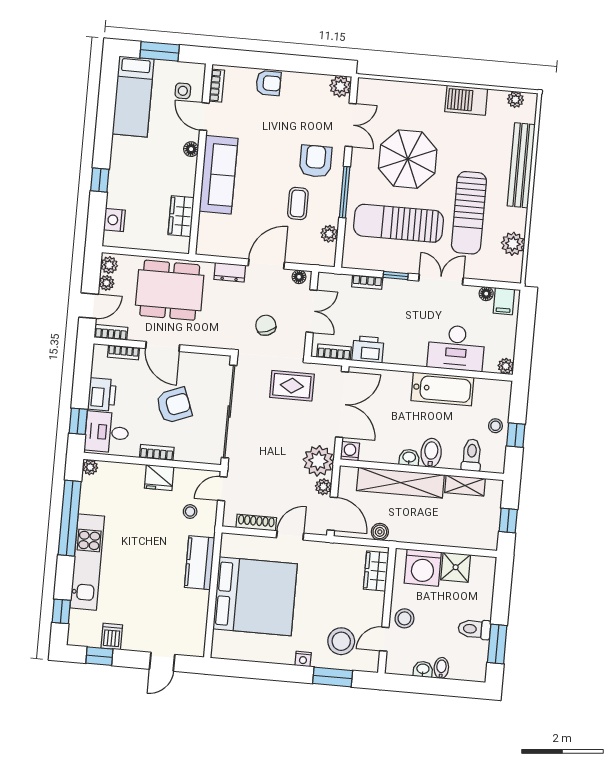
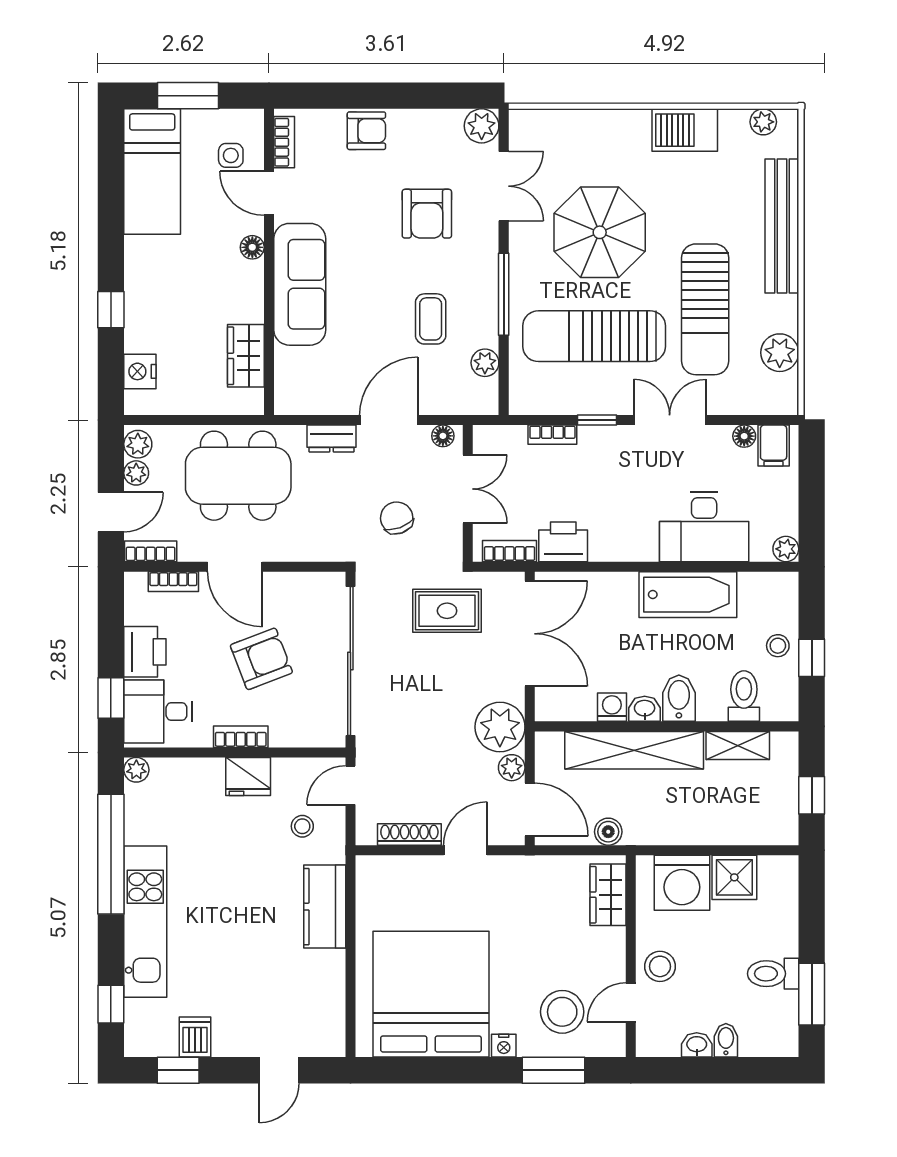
armchair: (316, 161) -> (427, 214), moved, turned 180
washing machine: (350, 451) -> (612, 707), moved
bed: (255, 596) -> (431, 994), moved, turned -90

